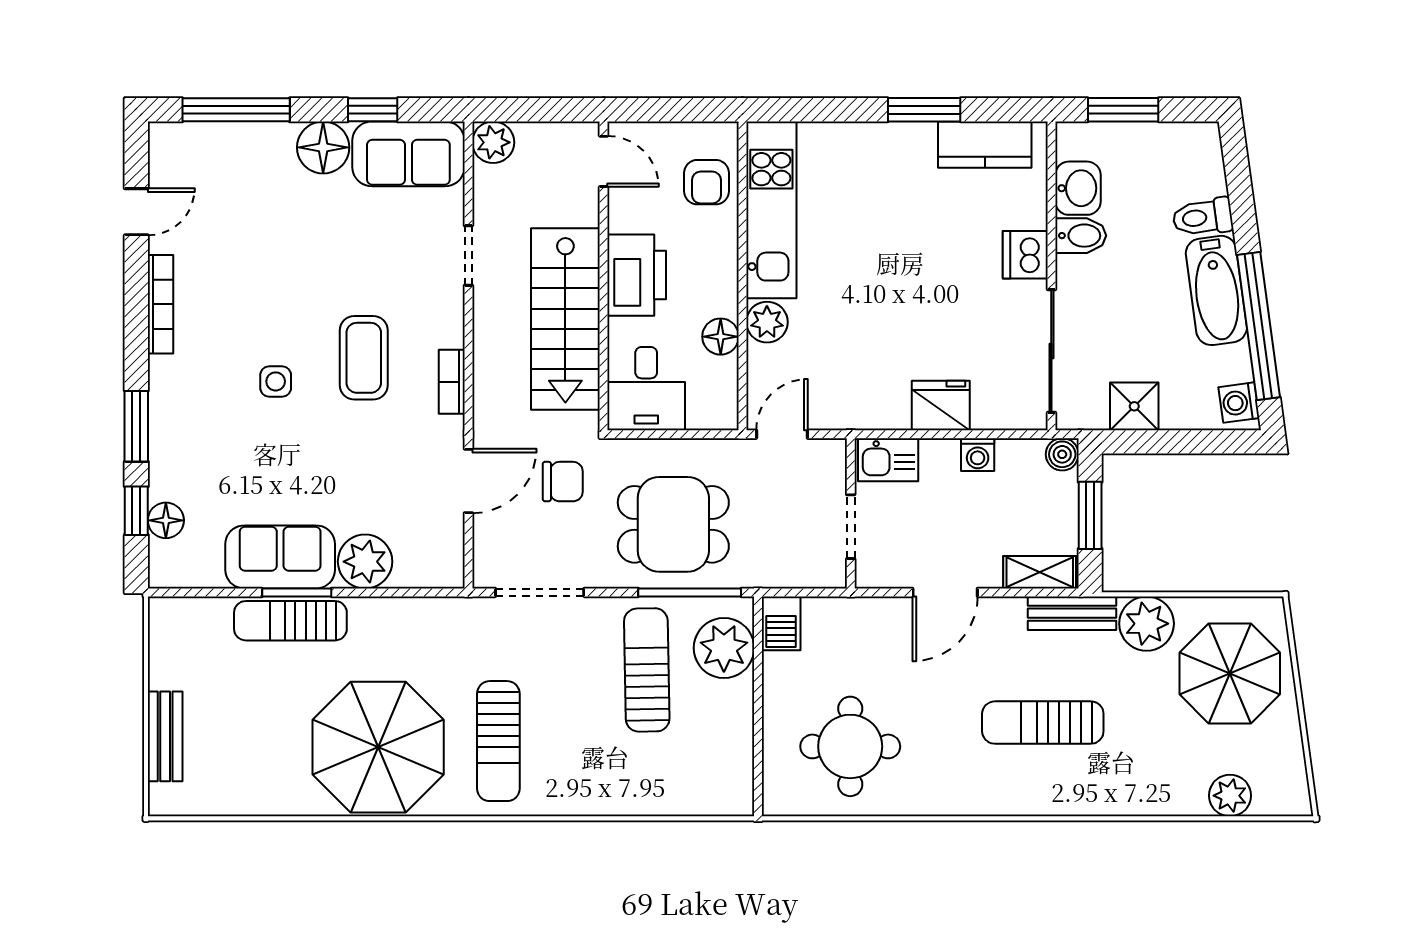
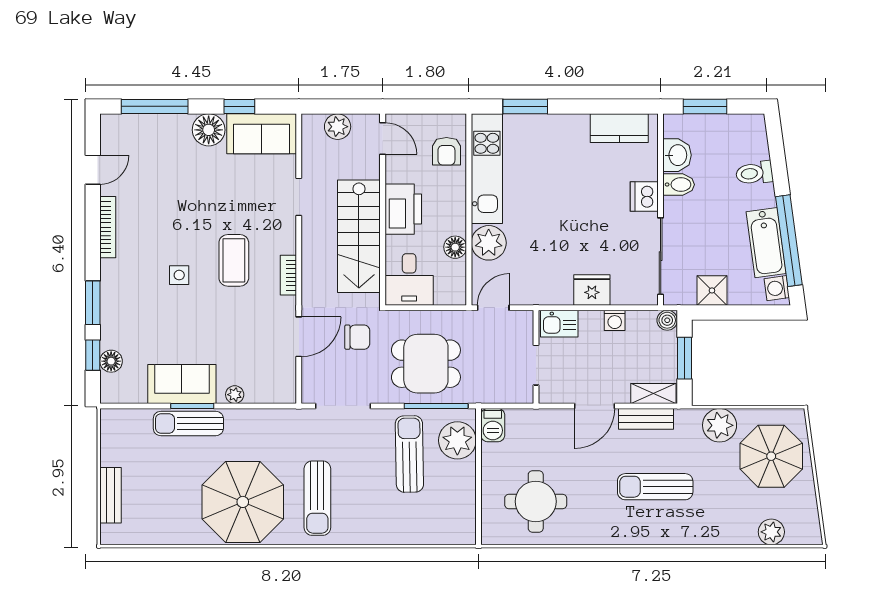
window: (924, 110) -> (525, 106), moved
plant: (493, 142) -> (338, 127), moved
bathtub: (1216, 290) -> (766, 243), moved
plant: (767, 322) -> (489, 243), width x1.36, depth x1.36
plant: (365, 562) -> (235, 395), width x0.53, depth x0.53
bench: (1072, 613) -> (646, 419), moved

